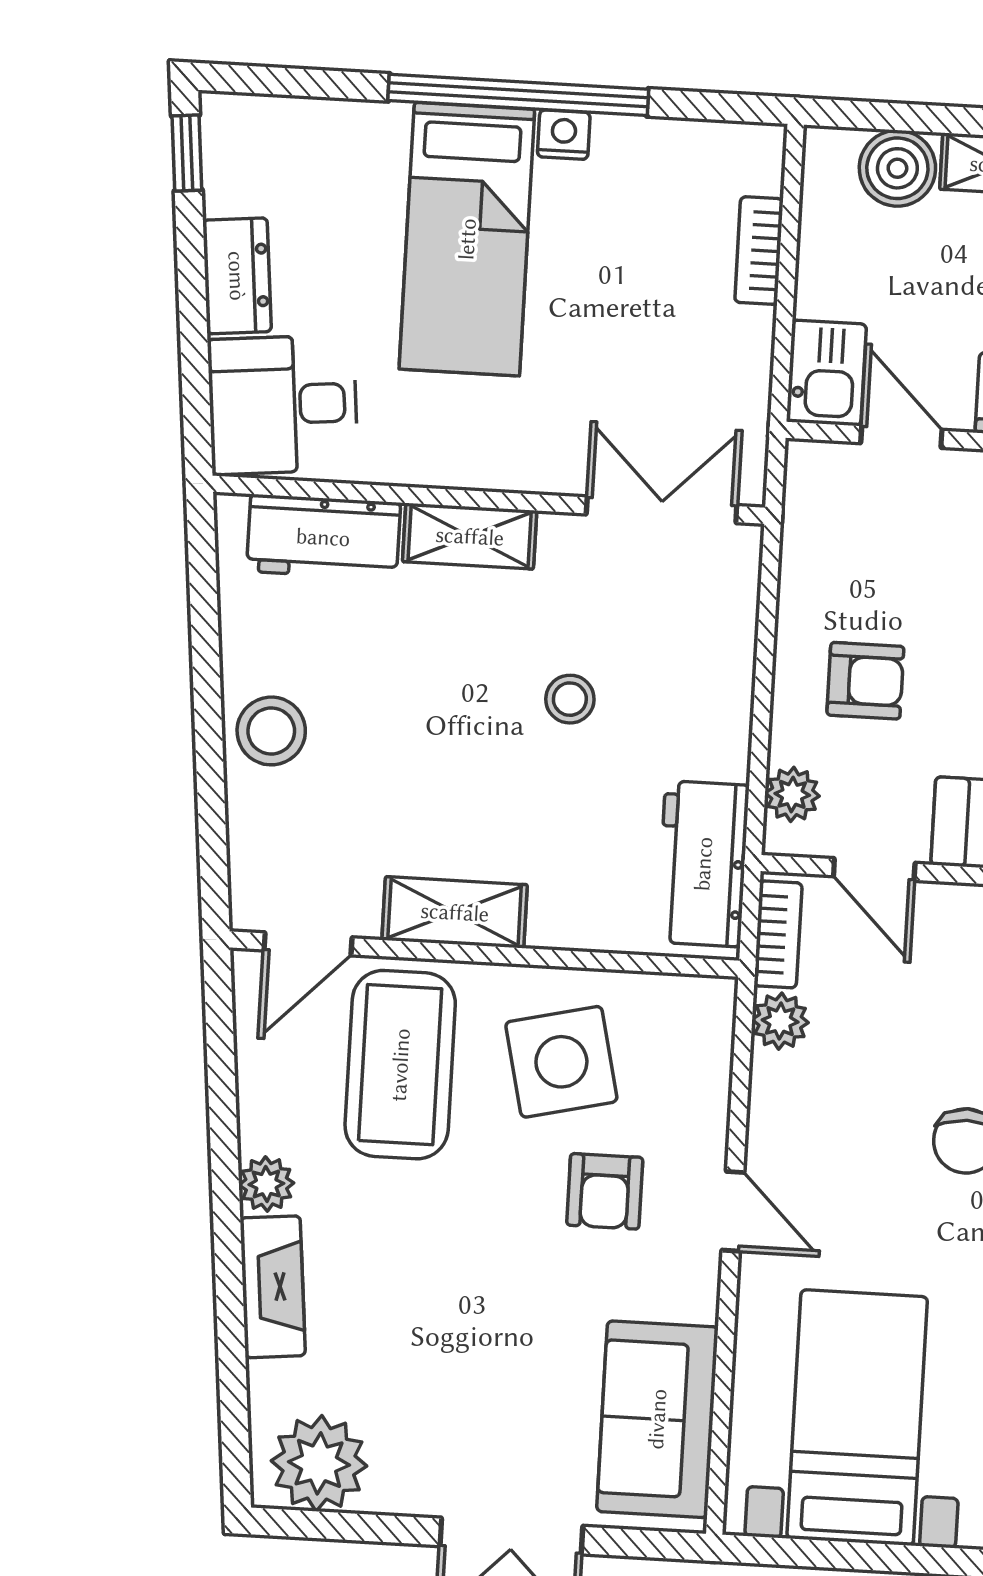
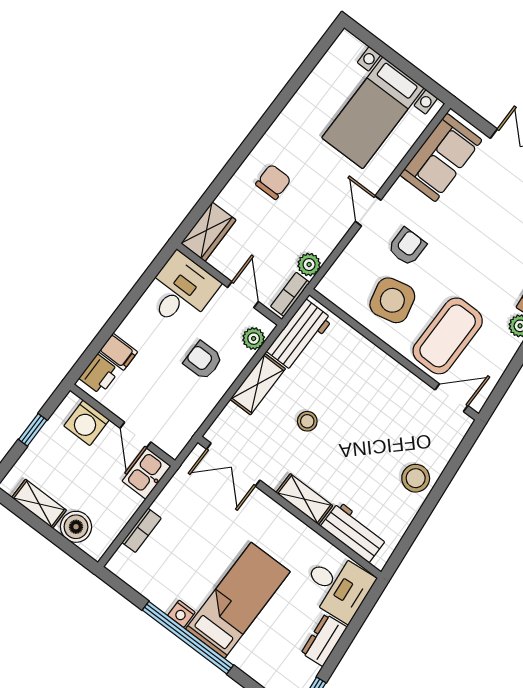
shelving: (455, 912) -> (258, 384), moved, turned 90

